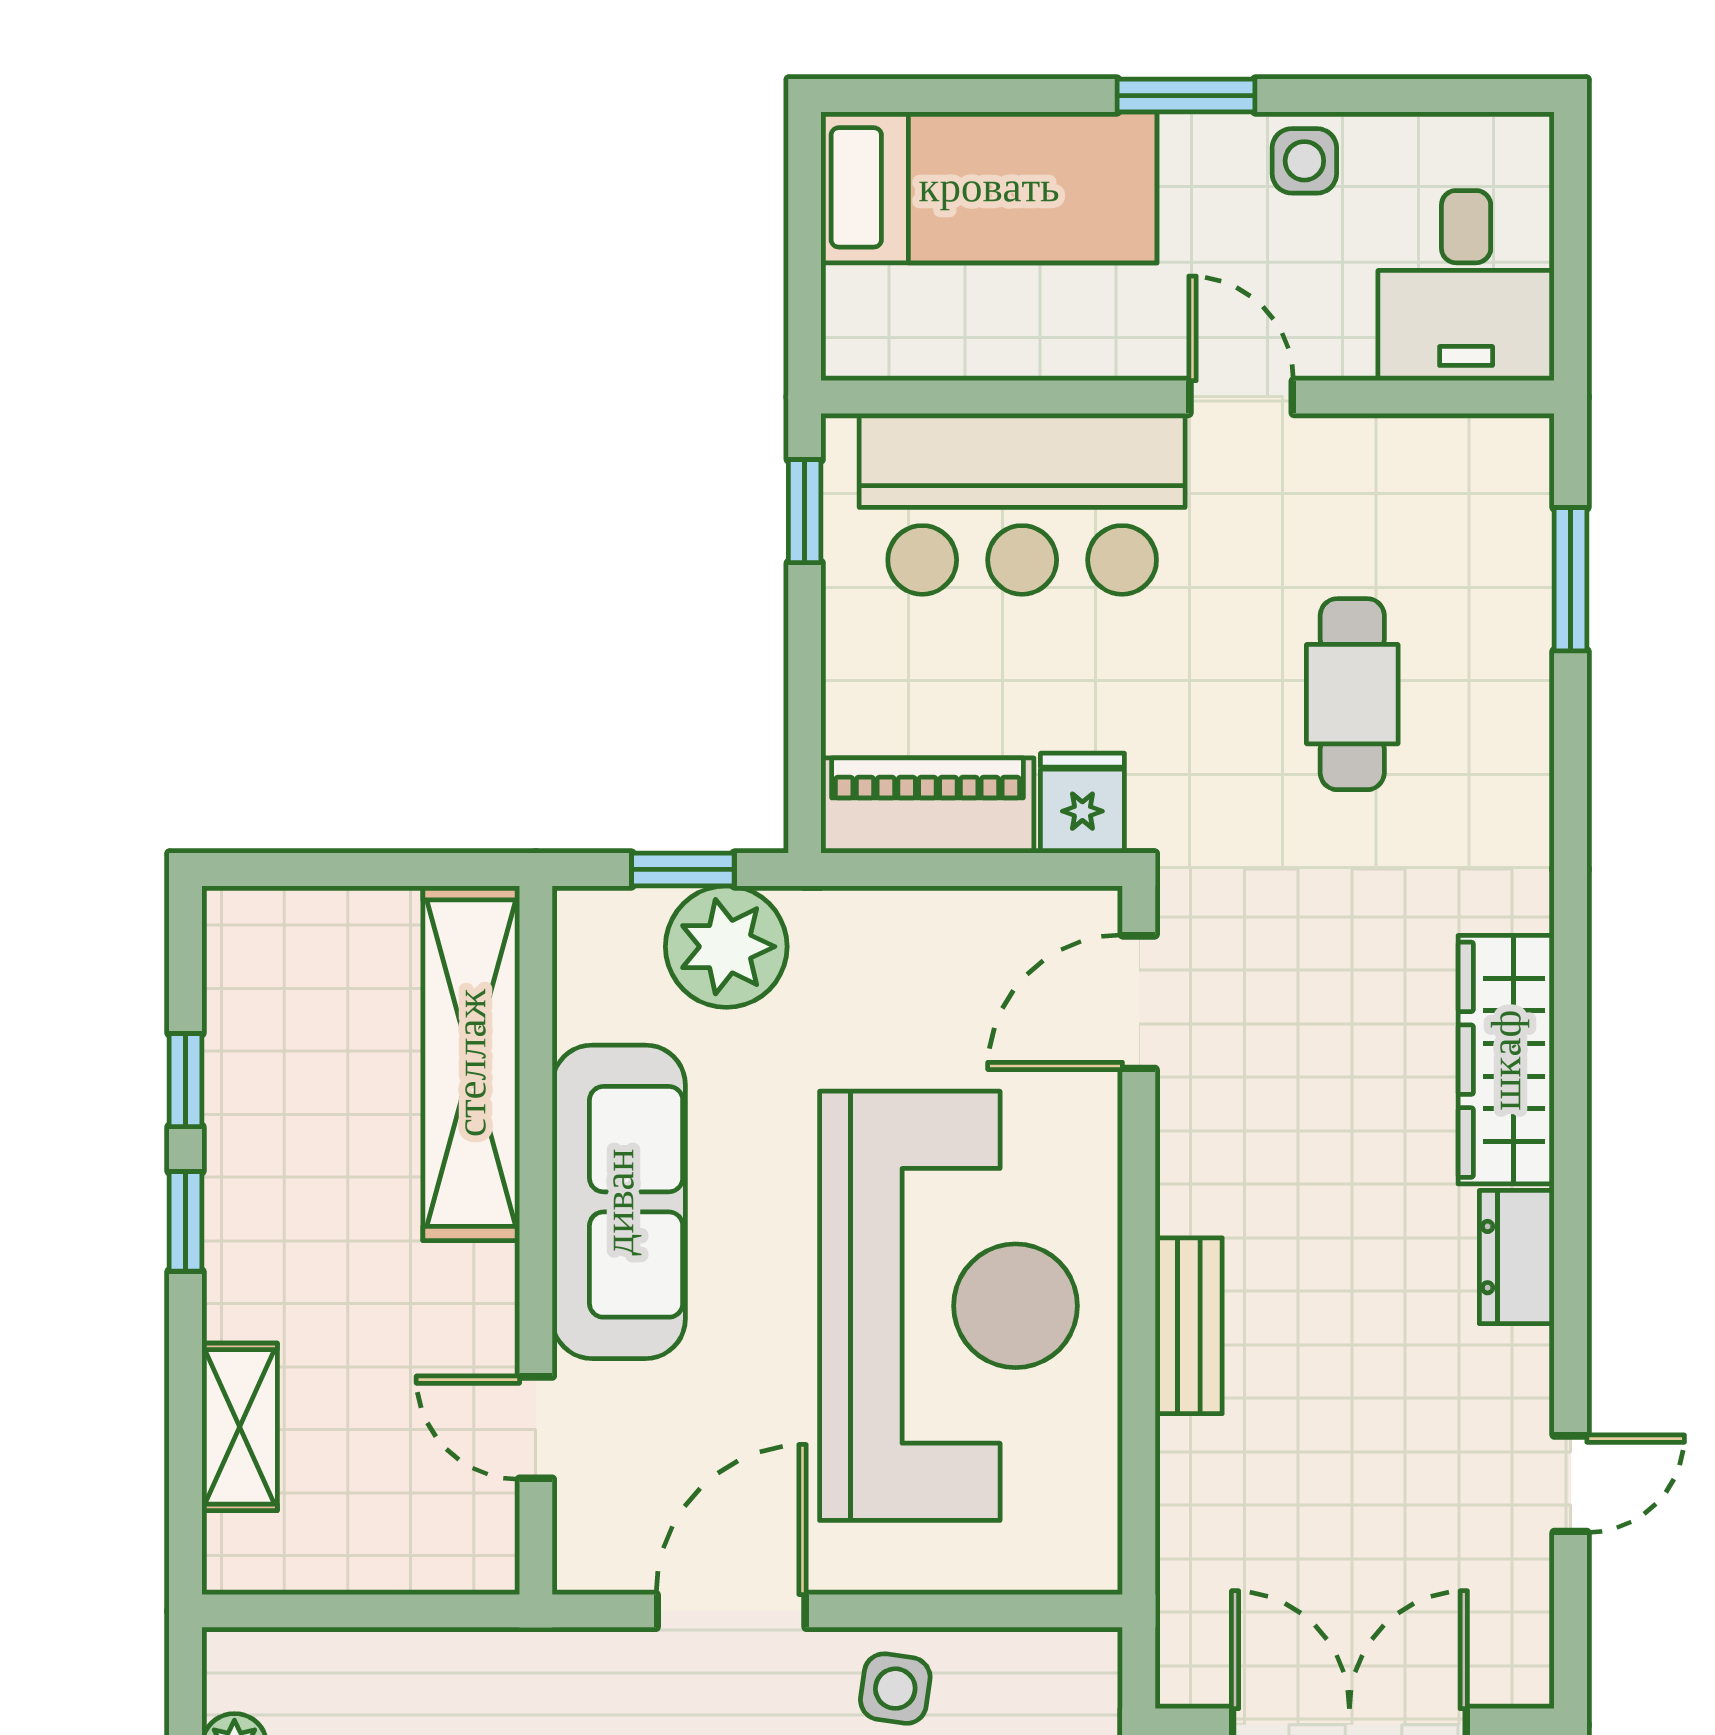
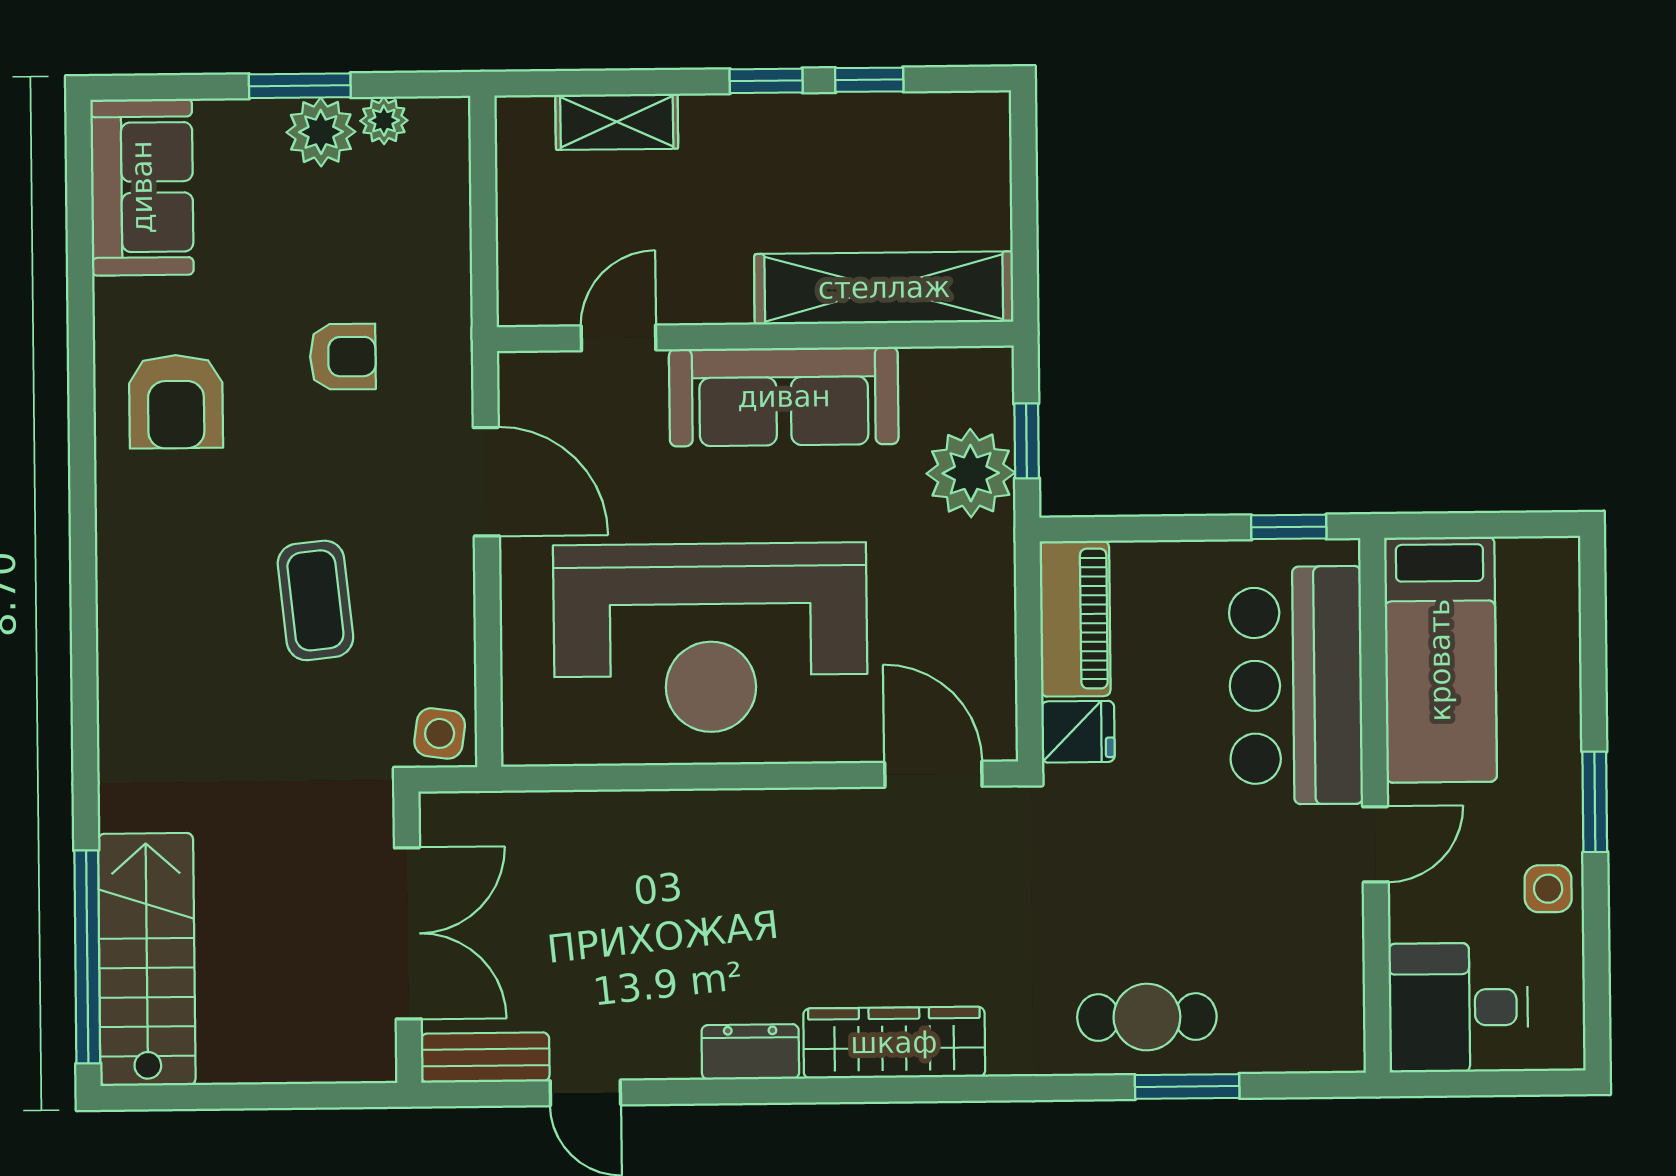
bed: (989, 187) -> (1440, 660), moved
window: (1571, 579) -> (1187, 1087), moved
cafe table: (1352, 694) -> (1147, 1017), moved
bench: (1189, 1326) -> (485, 1057), moved
side table: (895, 1689) -> (440, 733), moved

